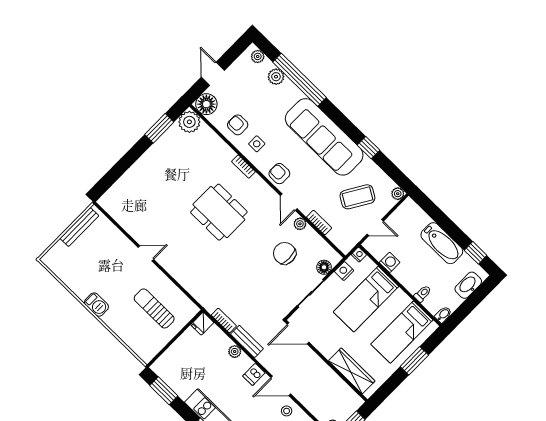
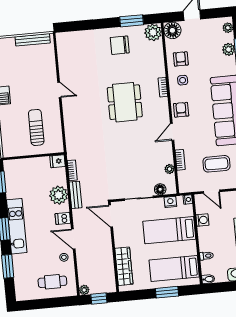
coffee table: (357, 197) -> (216, 164), turned -31
plant: (300, 224) -> (170, 169), moved
chair: (285, 253) -> (120, 45), moved, turned -90
plant: (235, 352) -> (59, 195), width x1.87, depth x1.87

